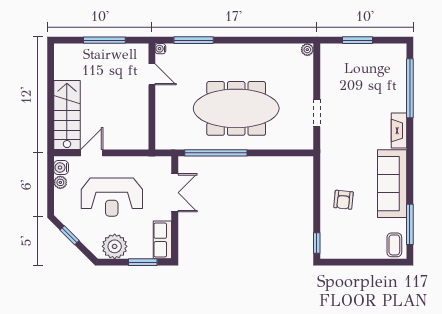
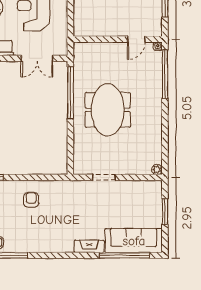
window: (194, 40) -> (165, 74), width x1.46
meeting table: (236, 108) -> (108, 110), width x0.73
sofa: (392, 184) -> (134, 241), moved
armchair: (344, 200) -> (31, 200), turned 84

